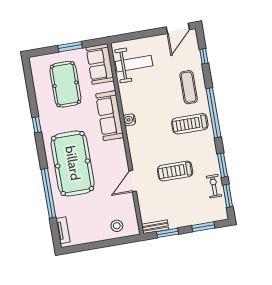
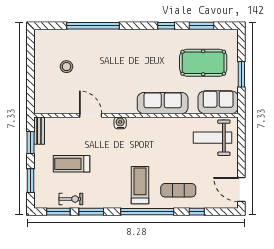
window: (204, 56) -> (197, 212), moved
weight bench: (134, 64) -> (212, 138), turned 90
window: (31, 92) -> (201, 26), added
water cooler: (129, 120) -> (120, 123), moved
pool table: (73, 163) -> (120, 56), removed
treadmill: (175, 171) -> (72, 164), moved, turned -90
stool: (117, 226) -> (66, 67), moved
tv unit: (63, 230) -> (52, 34), removed

